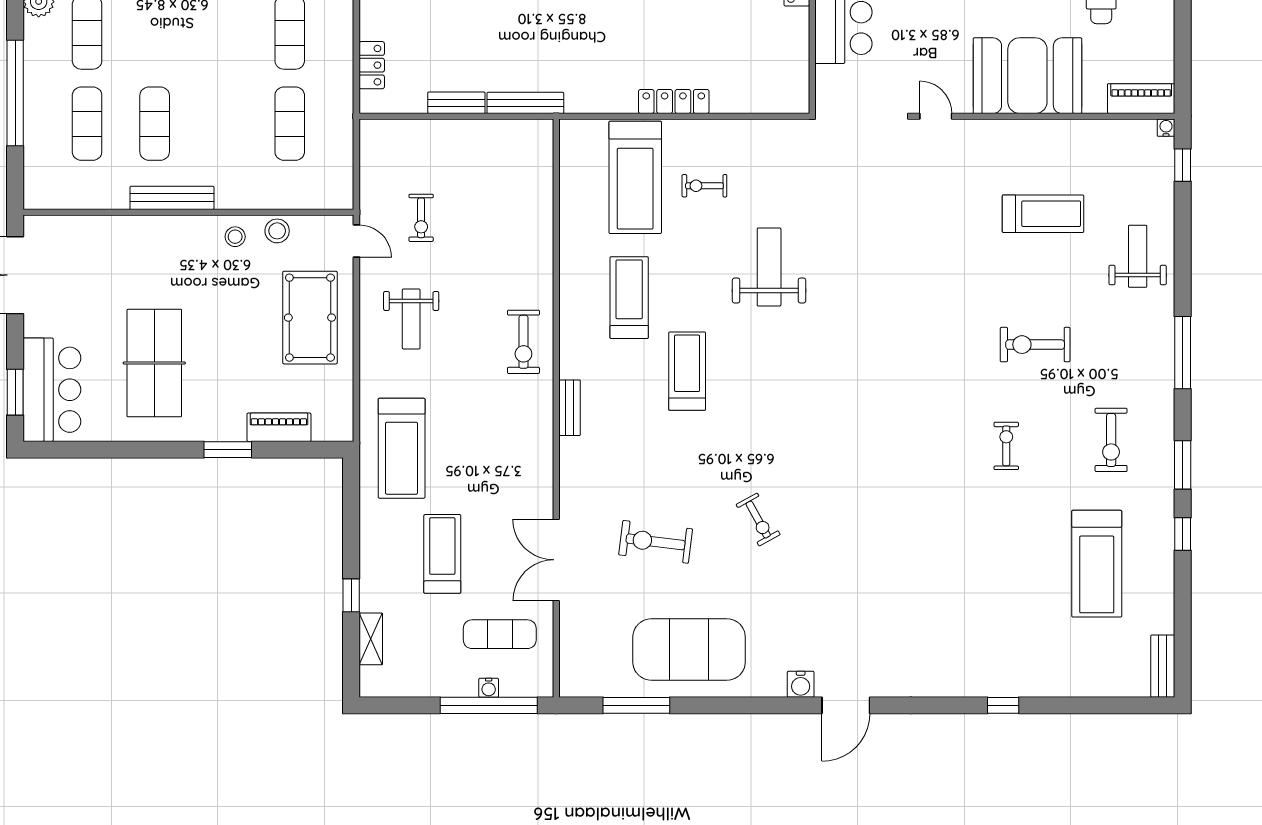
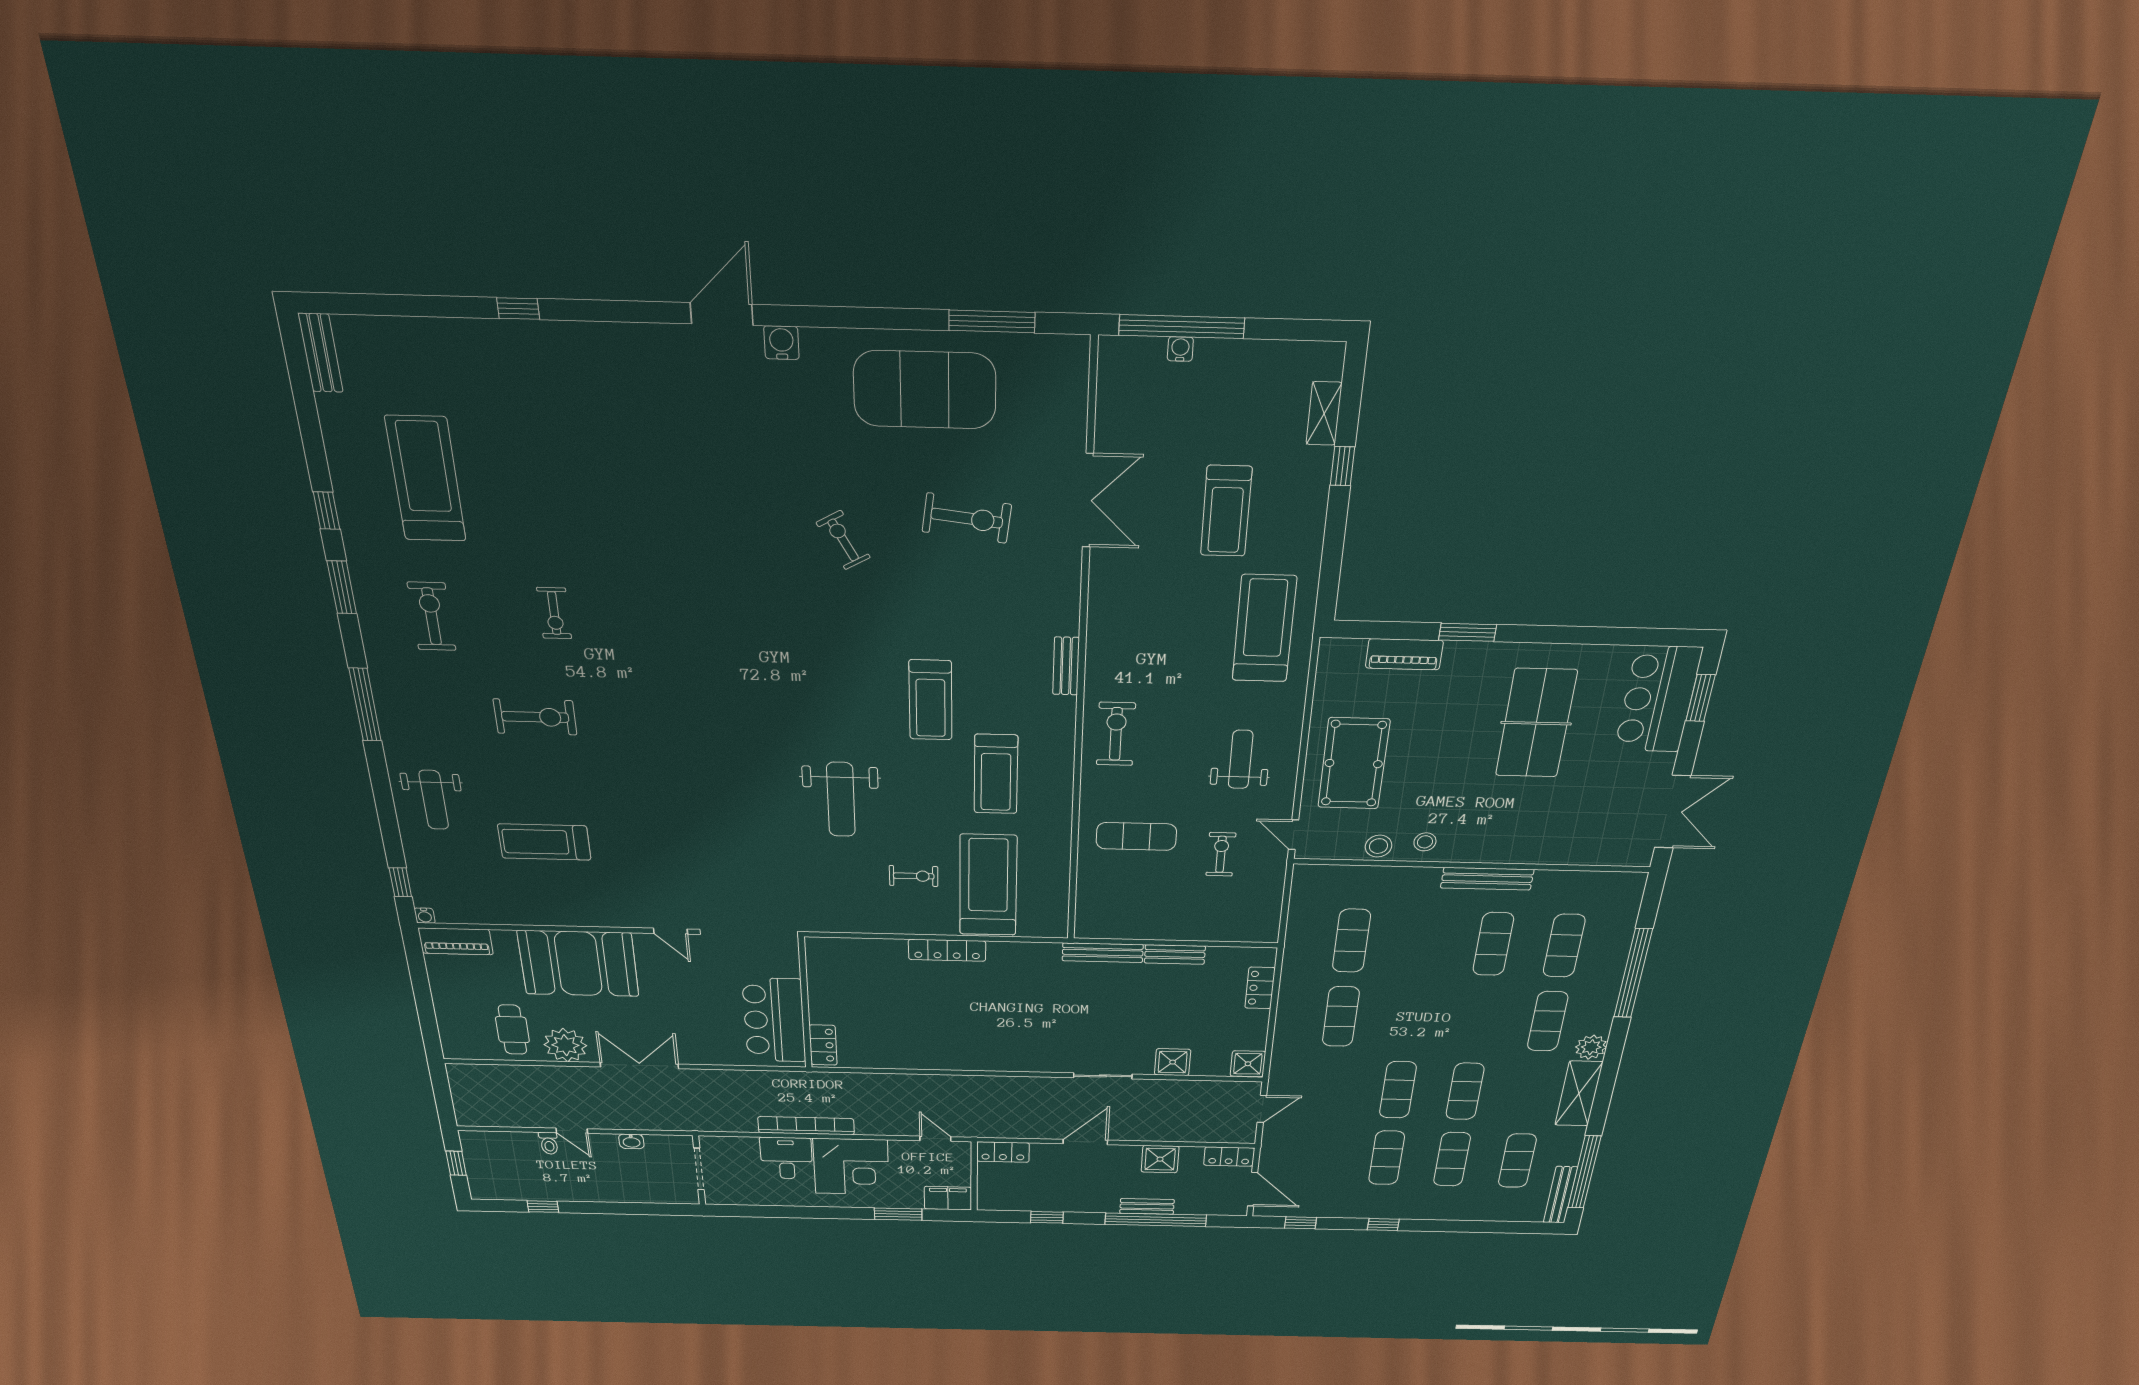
exercise mat: (500, 634) -> (1136, 836), moved

